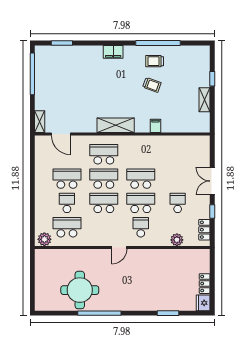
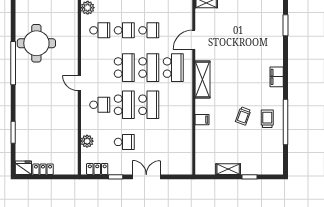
door: (61, 134) -> (194, 40), moved
school desk: (67, 179) -> (149, 30), width x0.54
school desk: (67, 227) -> (100, 30), width x0.54

